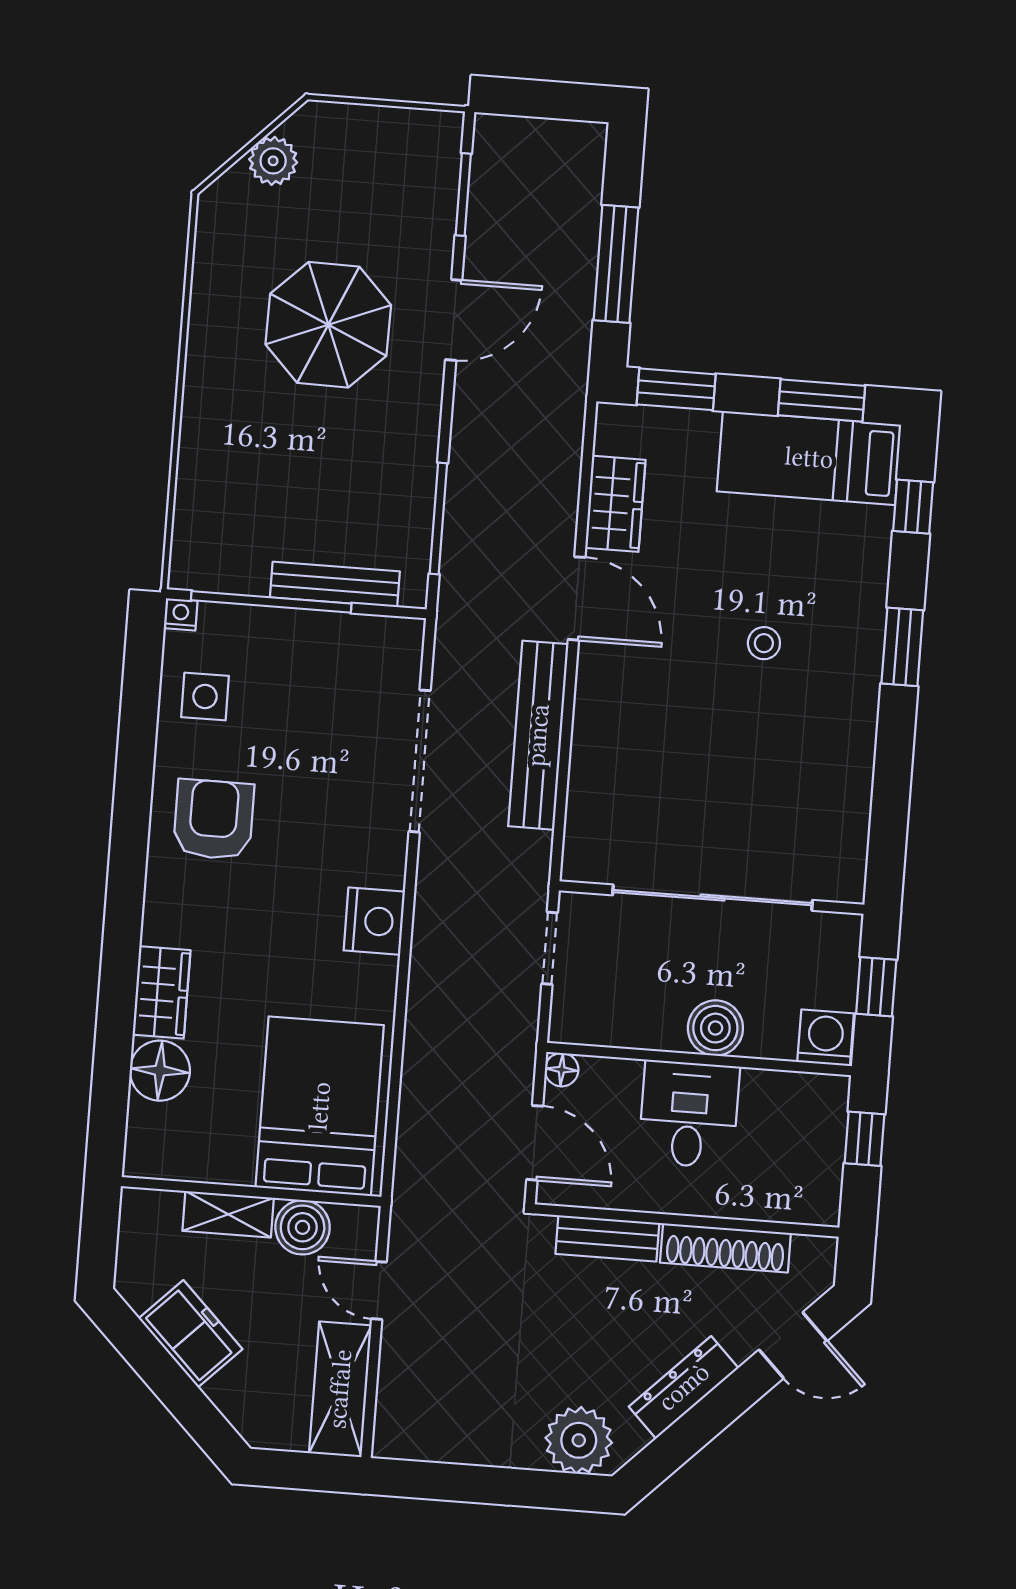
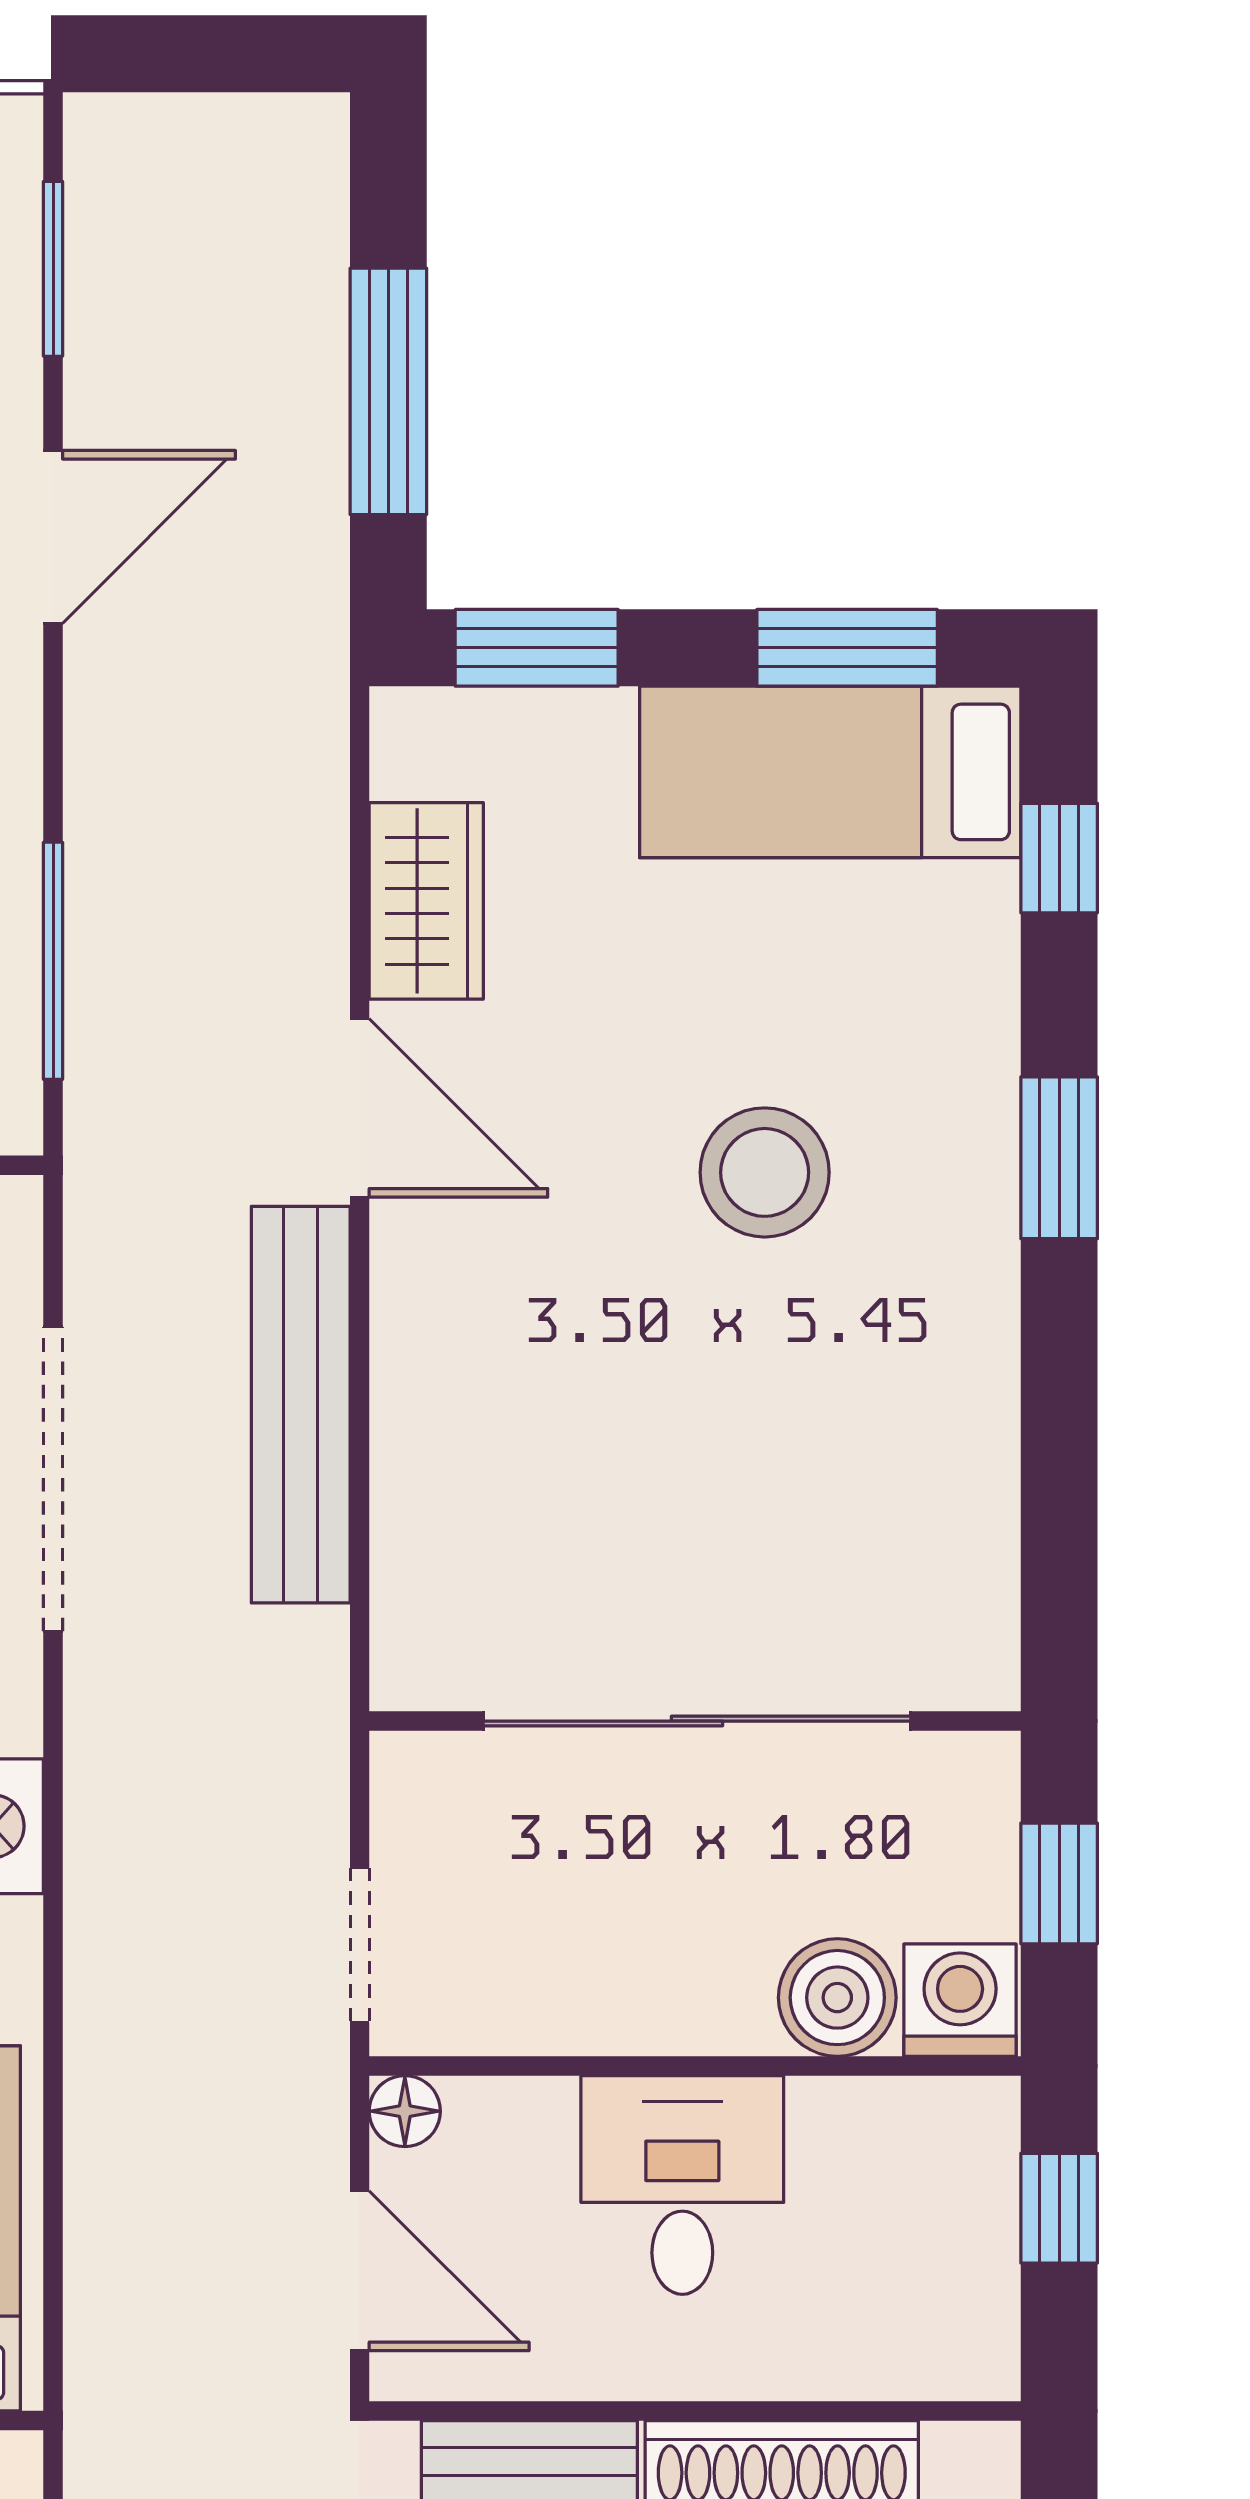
stool: (764, 643) -> (765, 1172), width x1.89, depth x1.89
doorway: (550, 948) -> (360, 1945), moved
boiler: (715, 1028) -> (837, 1998), moved

